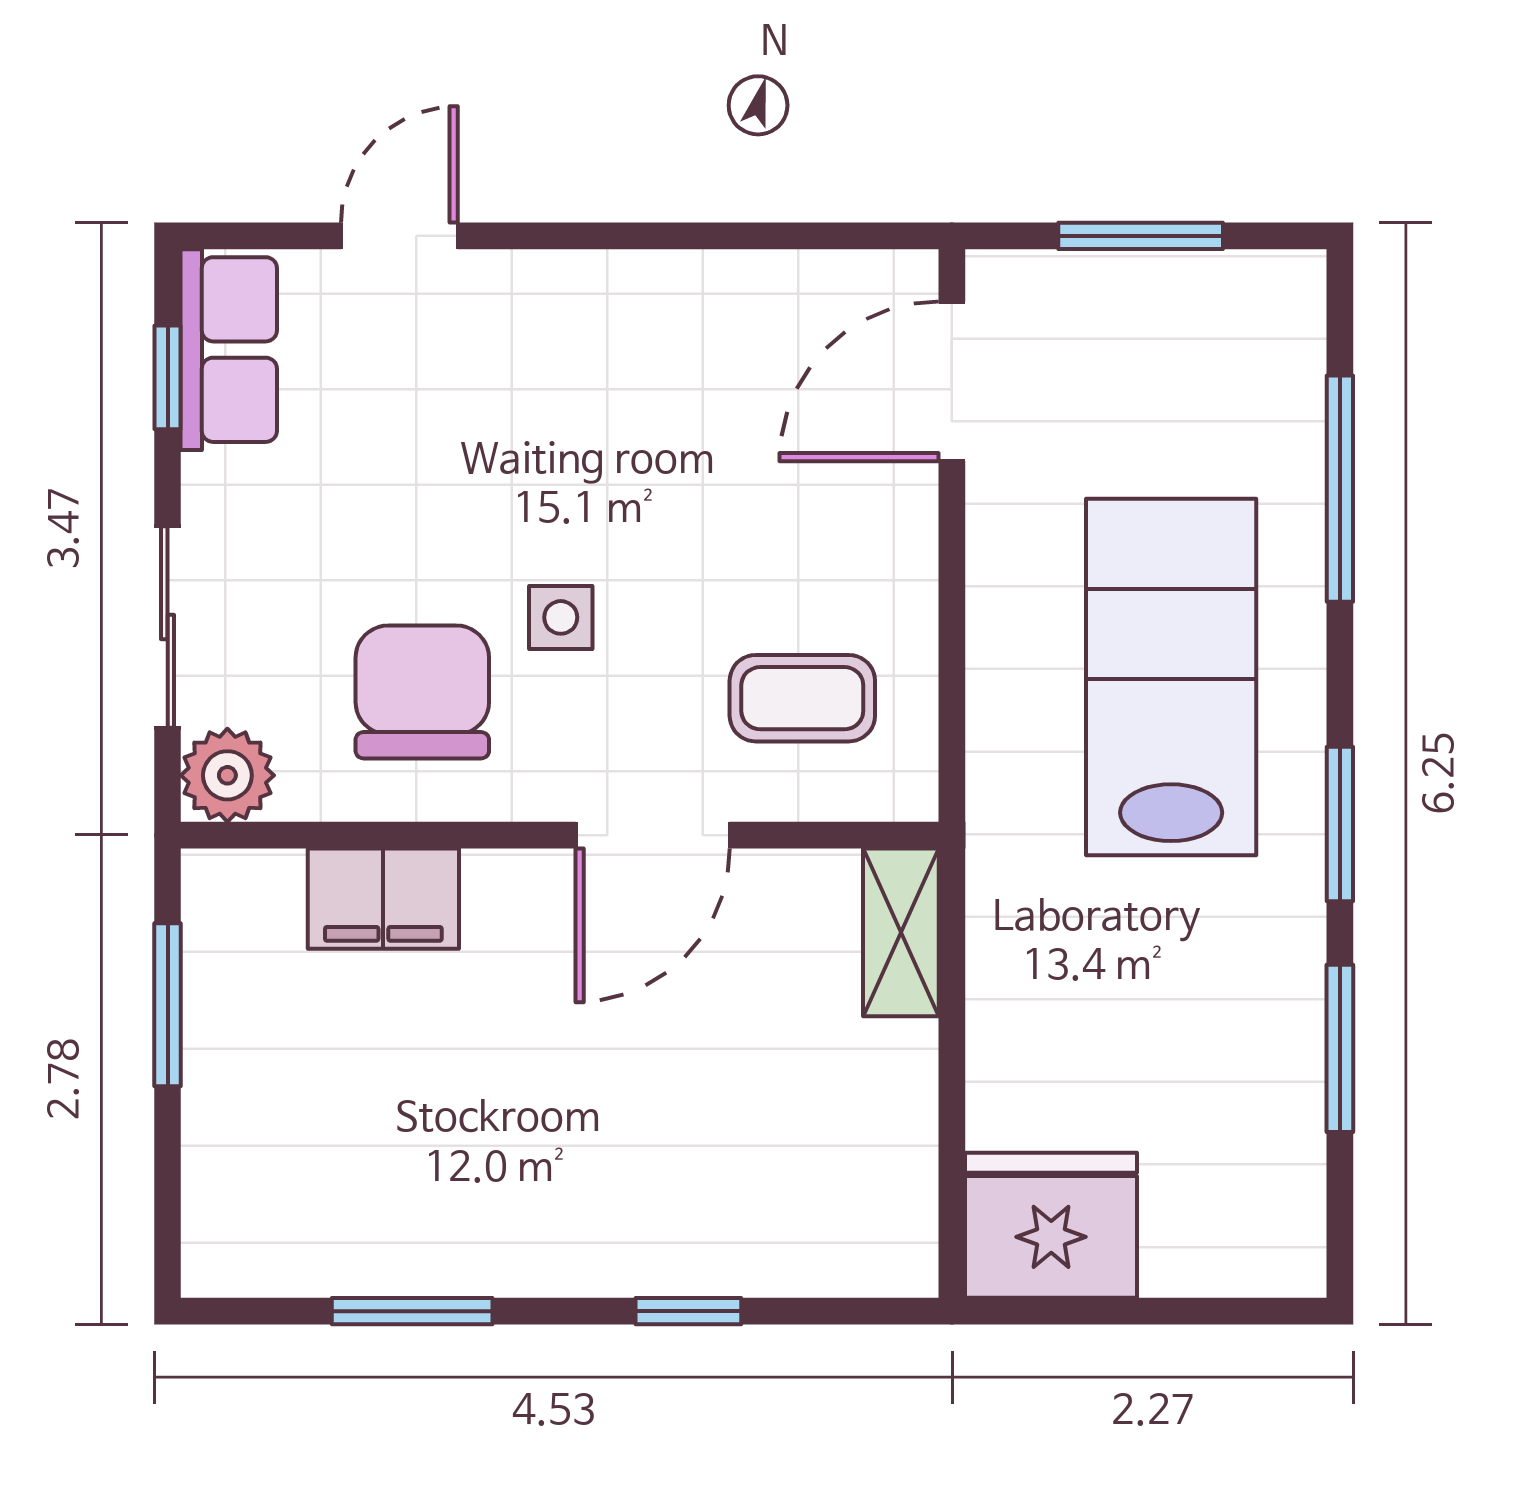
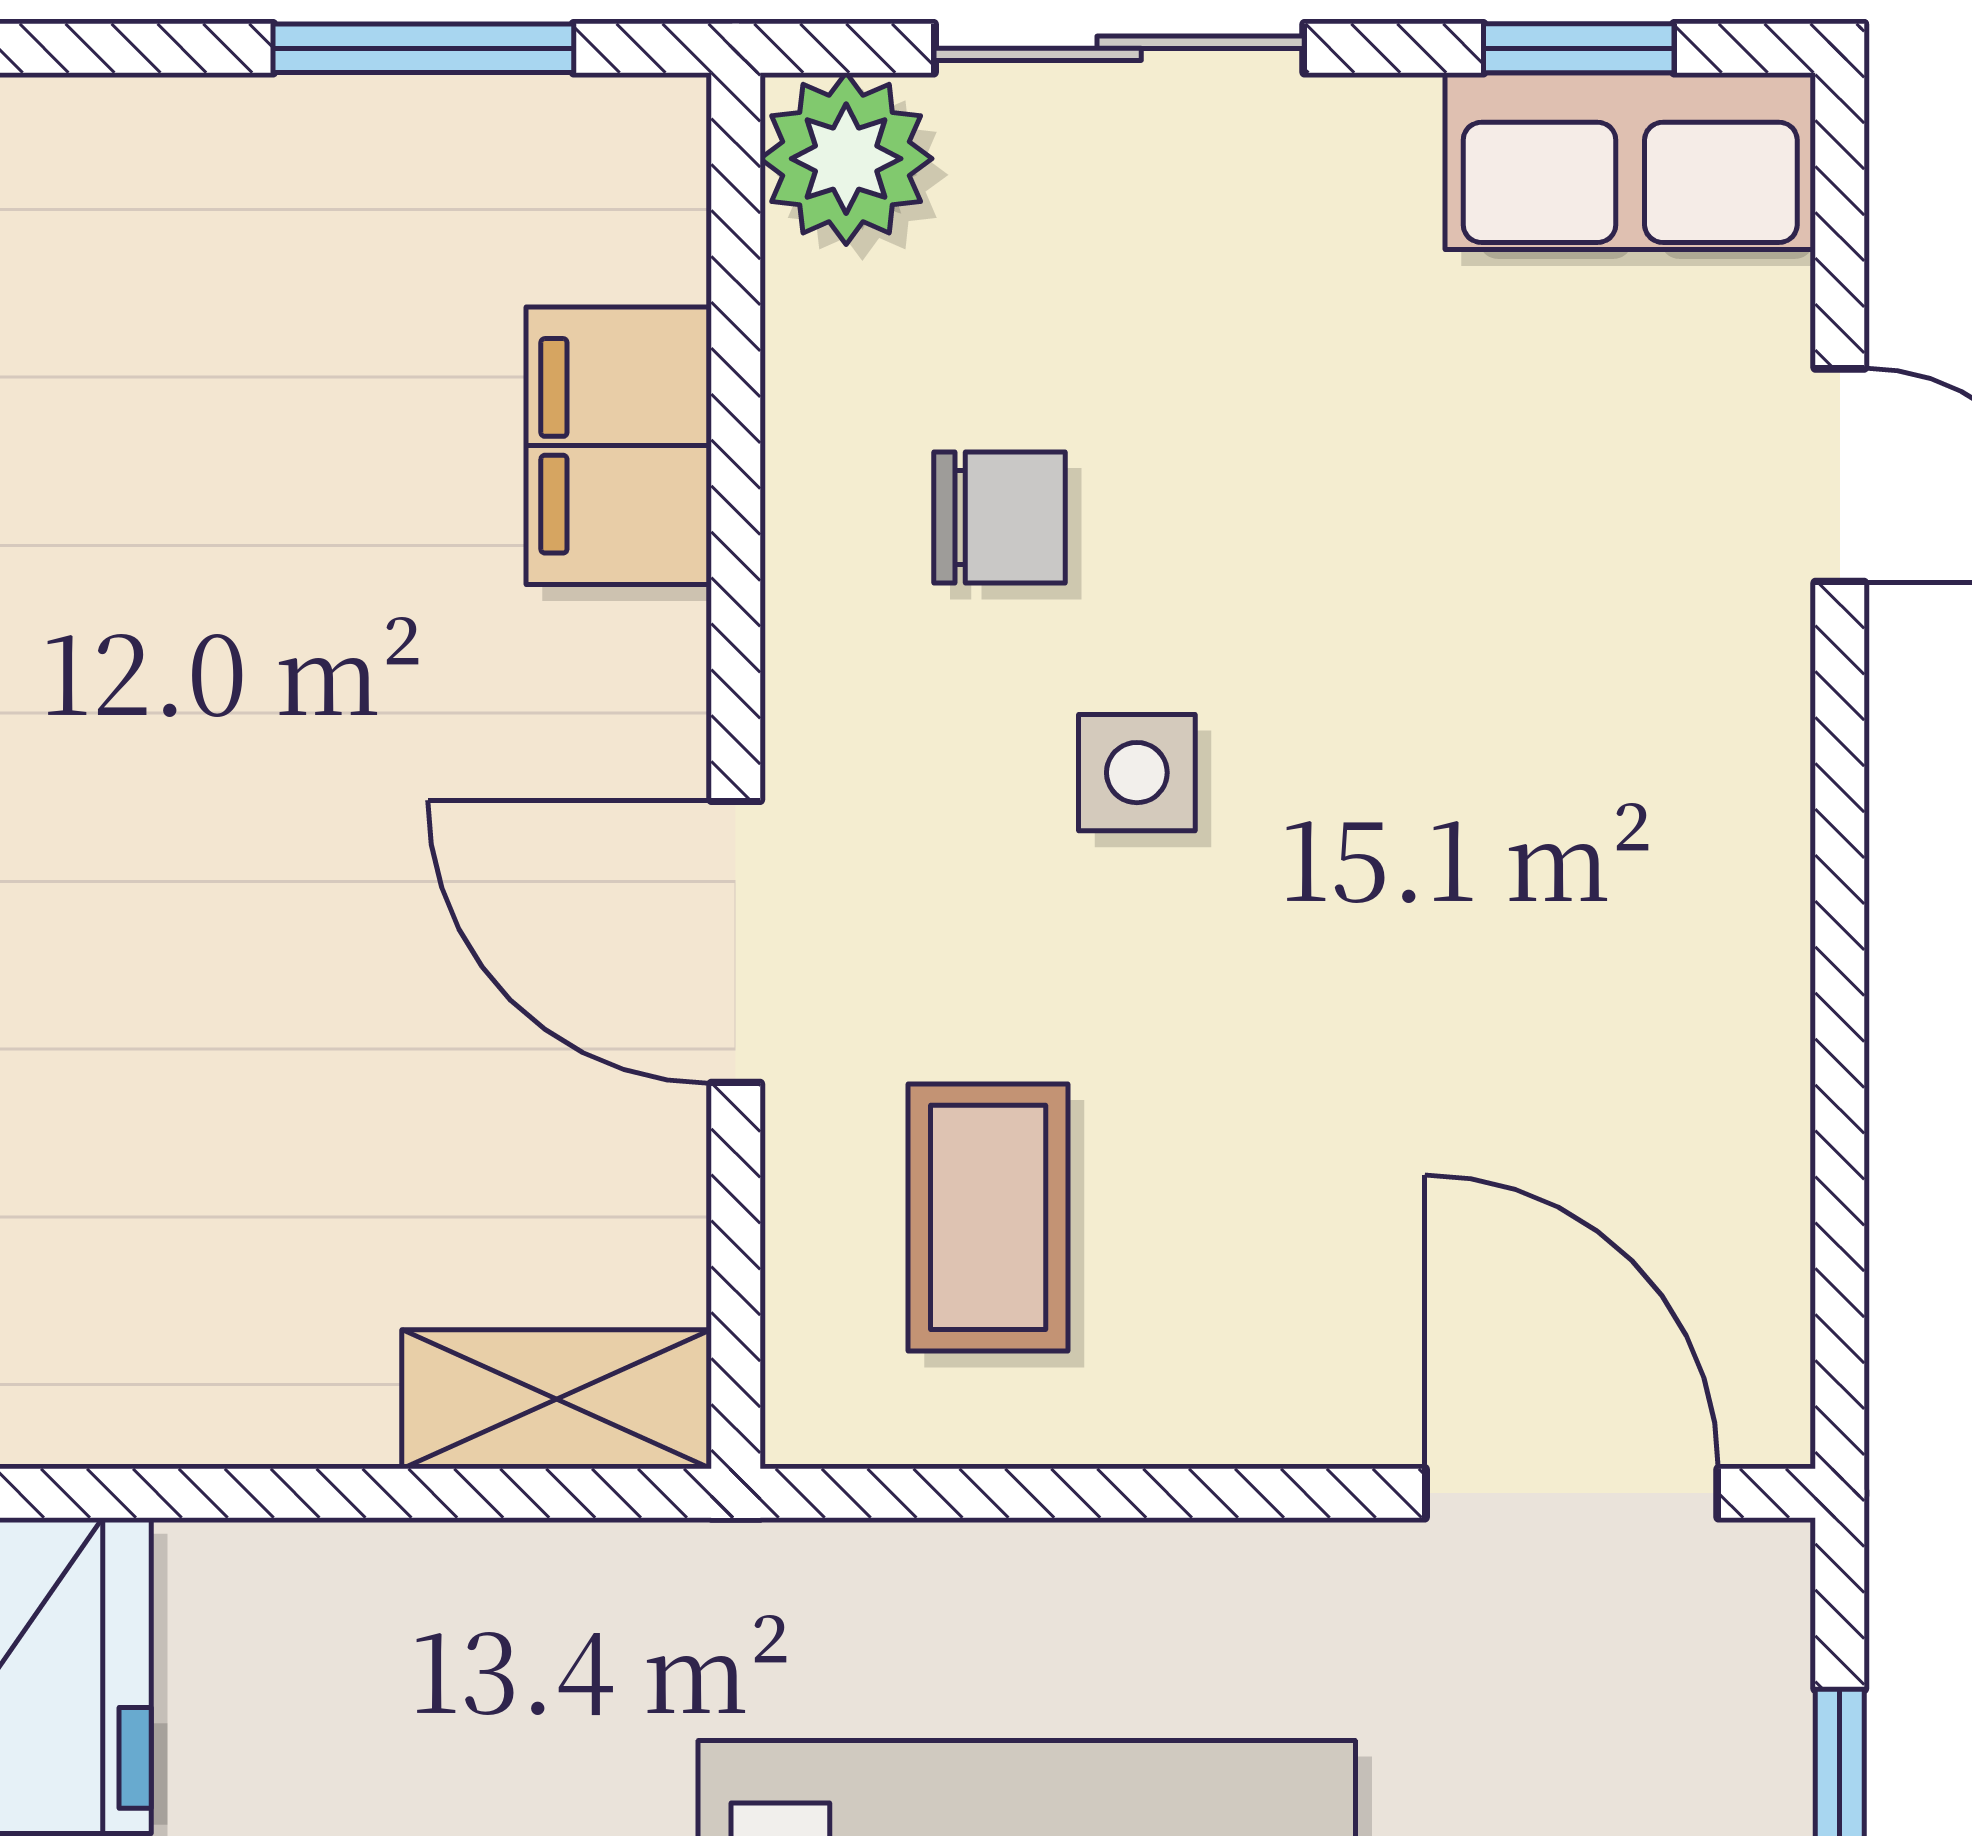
chair: (422, 692) -> (1000, 518), width x0.54, depth x0.54

